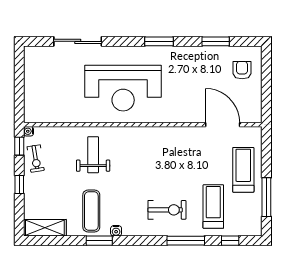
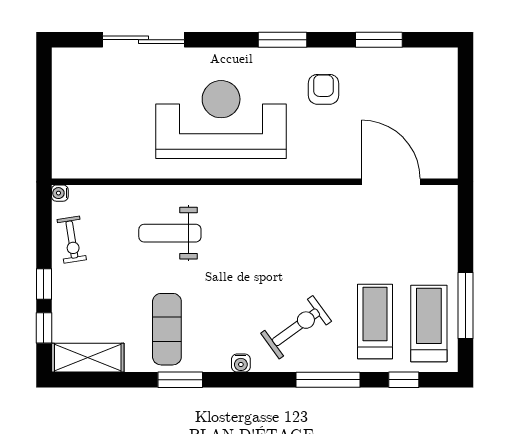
armchair: (242, 70) -> (323, 89), moved
reception desk: (123, 88) -> (221, 119), turned 180
window: (19, 146) -> (44, 328), moved
weight bench: (93, 155) -> (170, 233), turned -90
treadmill: (243, 170) -> (429, 324), moved
exercise bike: (167, 210) -> (296, 327), turned -36
water cooler: (116, 231) -> (241, 363), moved

